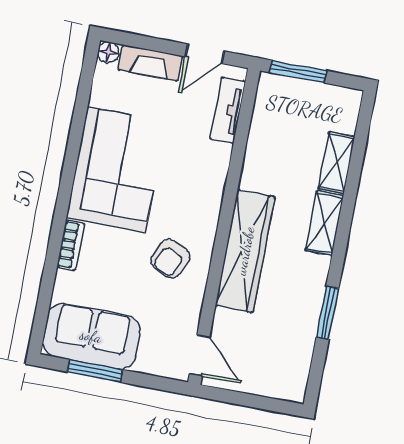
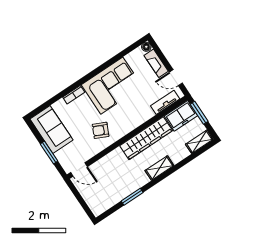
freezer: (274, 106) -> (181, 116), added
shelving: (337, 163) -> (199, 142), moved
wardrobe: (245, 251) -> (146, 138), moved
door: (200, 355) -> (79, 170), hinge flipped
window: (95, 371) -> (49, 153), moved

